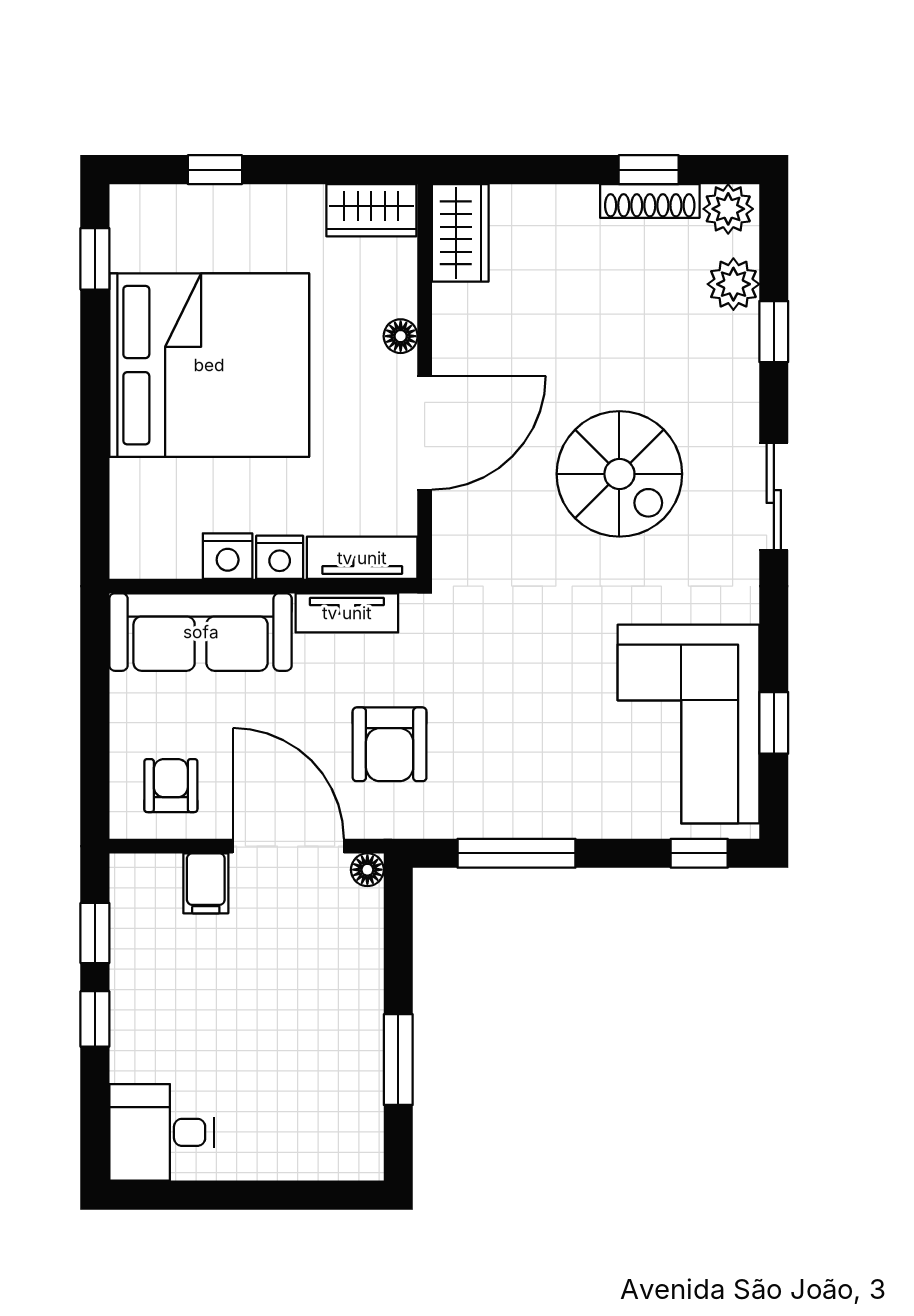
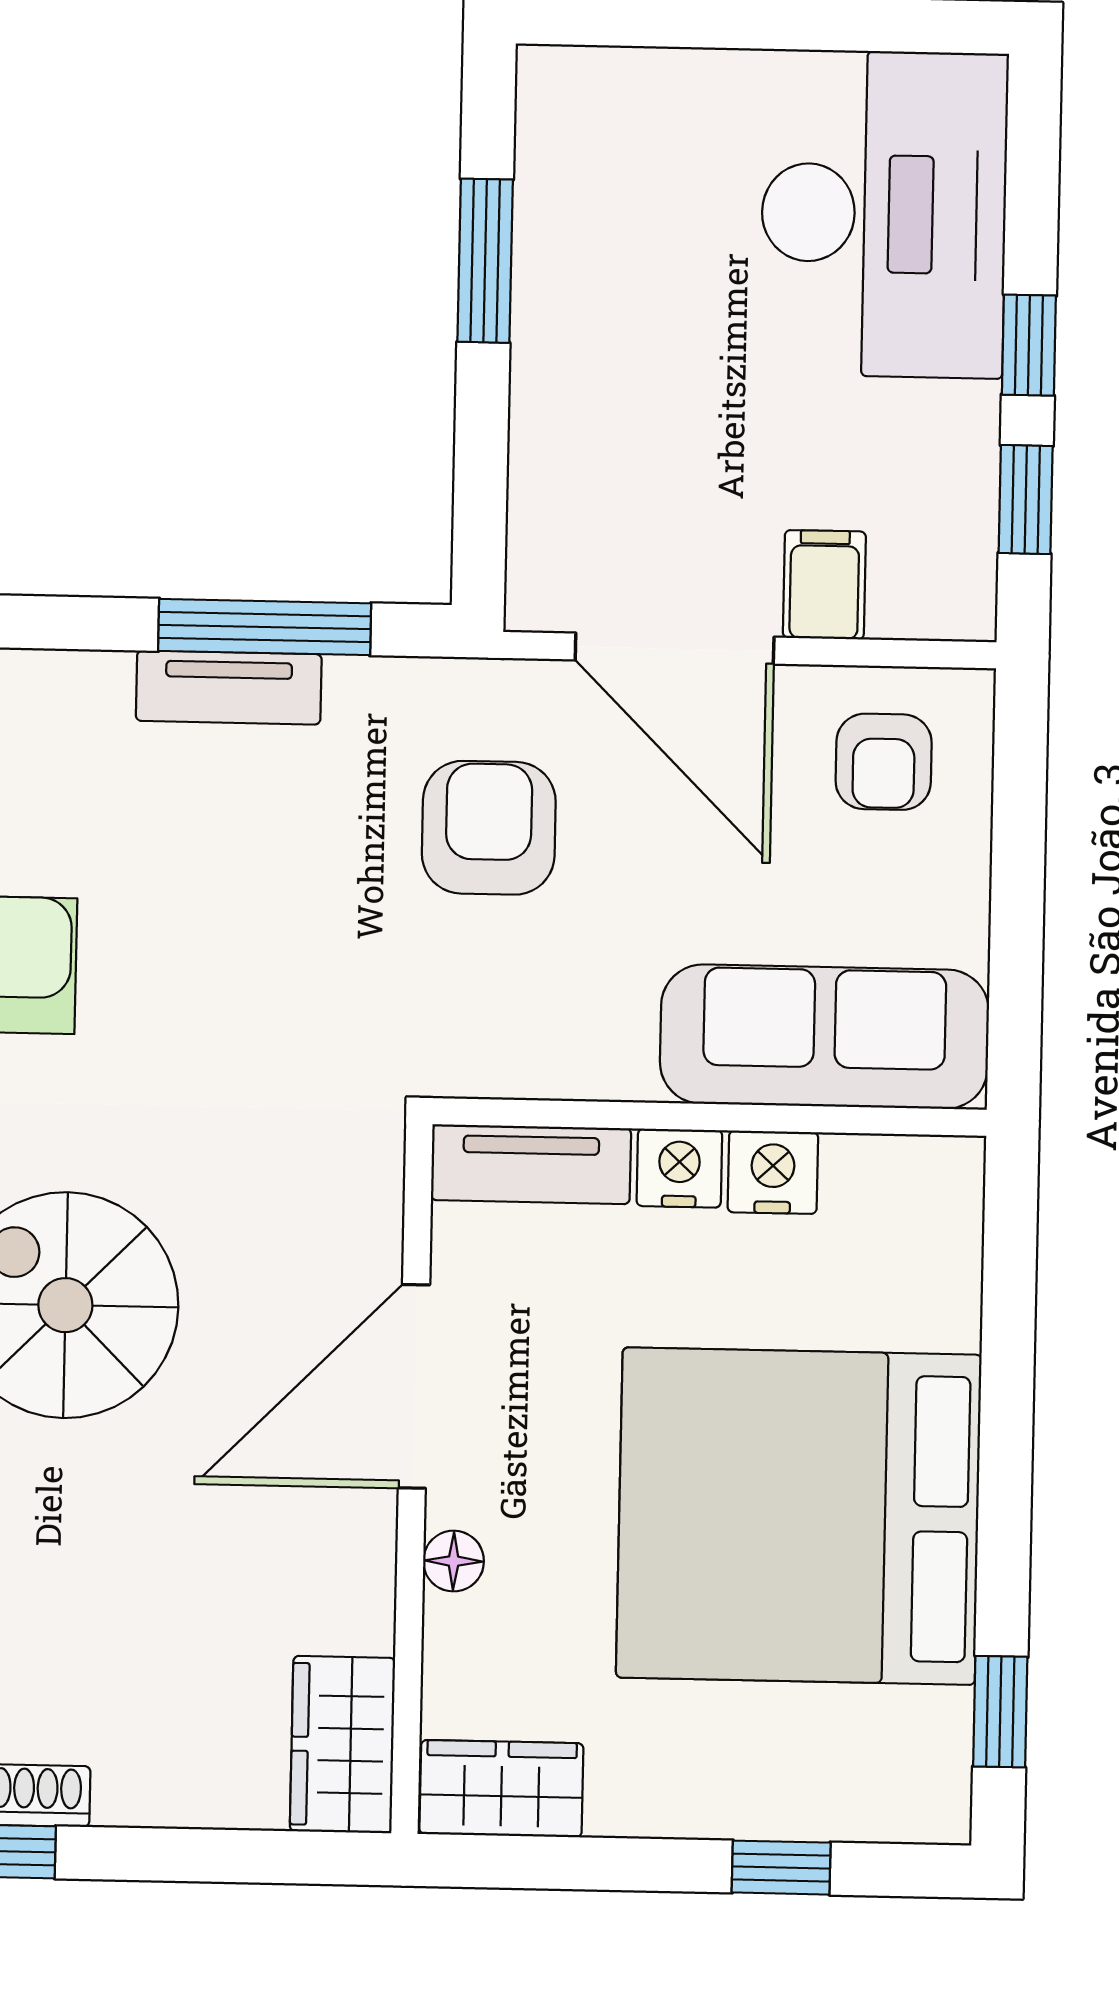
tv unit: (347, 613) -> (229, 687), moved, turned 180
floor lamp: (367, 870) -> (533, 603), removed
desk: (161, 1132) -> (884, 214), width x1.87, depth x1.30

